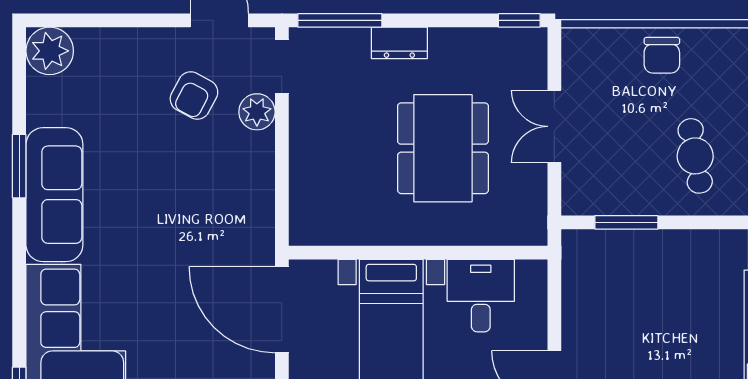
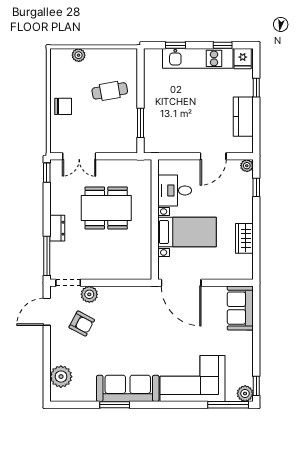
plant: (50, 51) -> (61, 377), moved
double door: (554, 126) -> (79, 156), moved
door: (282, 310) -> (181, 283), hinge flipped

